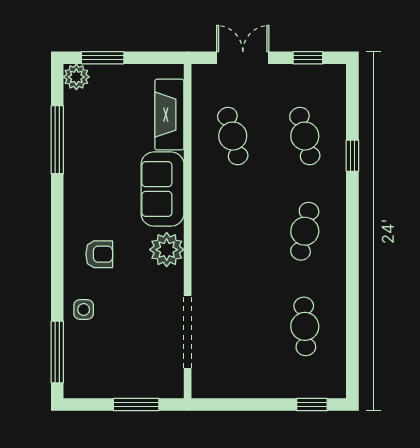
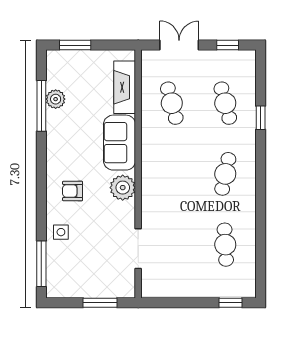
plant: (76, 77) -> (56, 99), moved
armchair: (99, 254) -> (73, 191), turned 180
doorway: (188, 332) -> (138, 249), width x0.73

